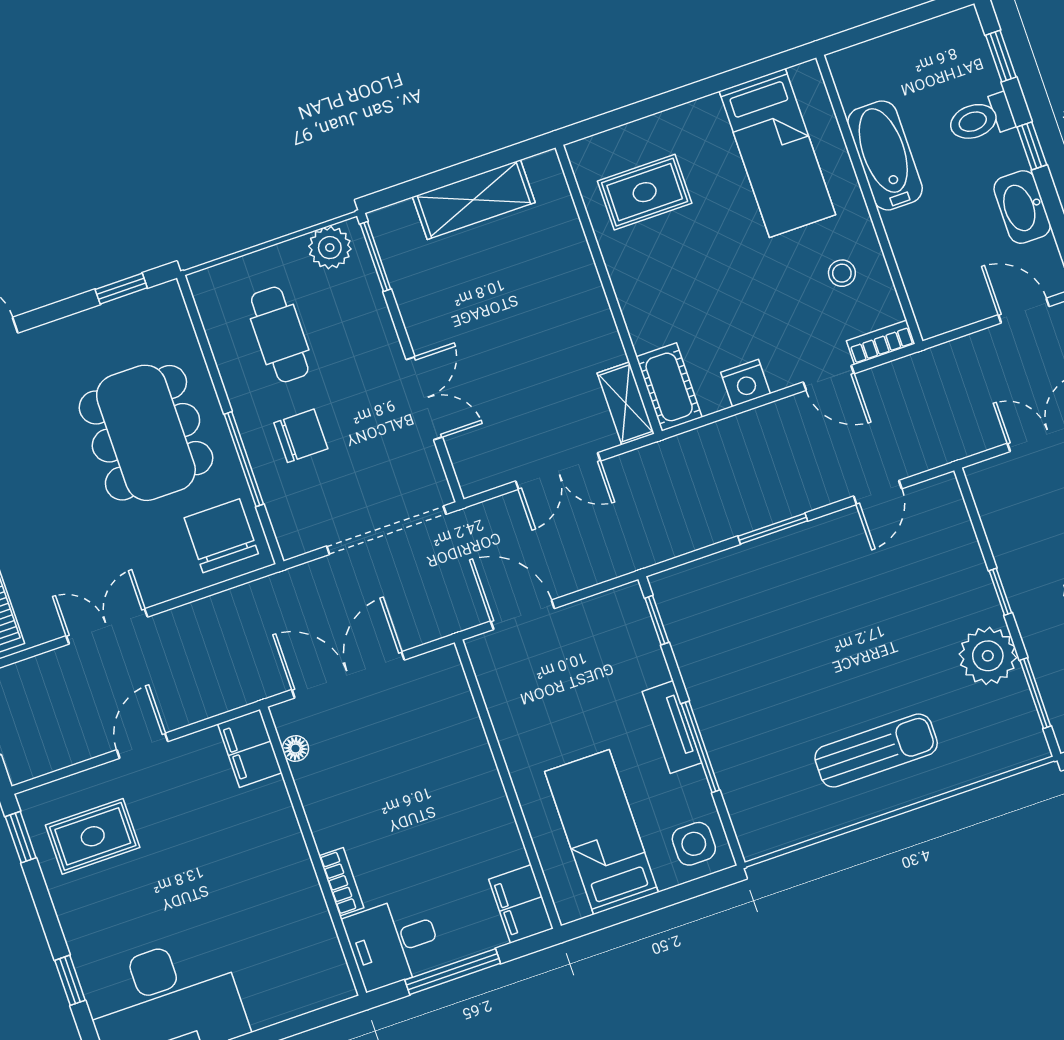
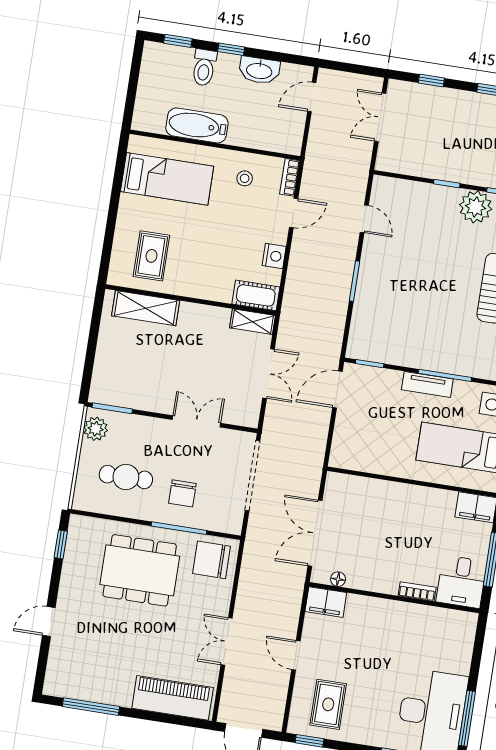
shelving: (474, 200) -> (146, 308), moved, turned 90
chair: (301, 436) -> (182, 493), turned 180
door: (523, 615) -> (338, 389), moved

